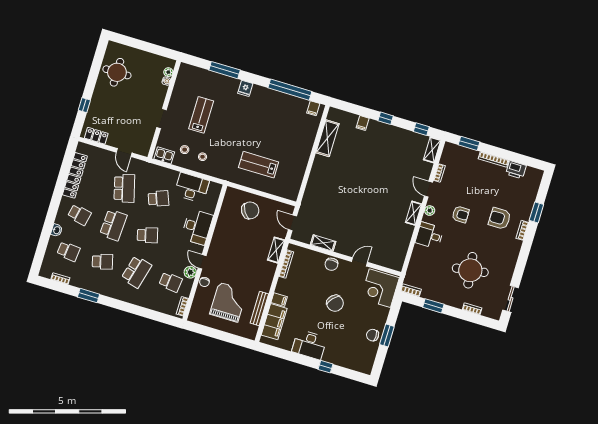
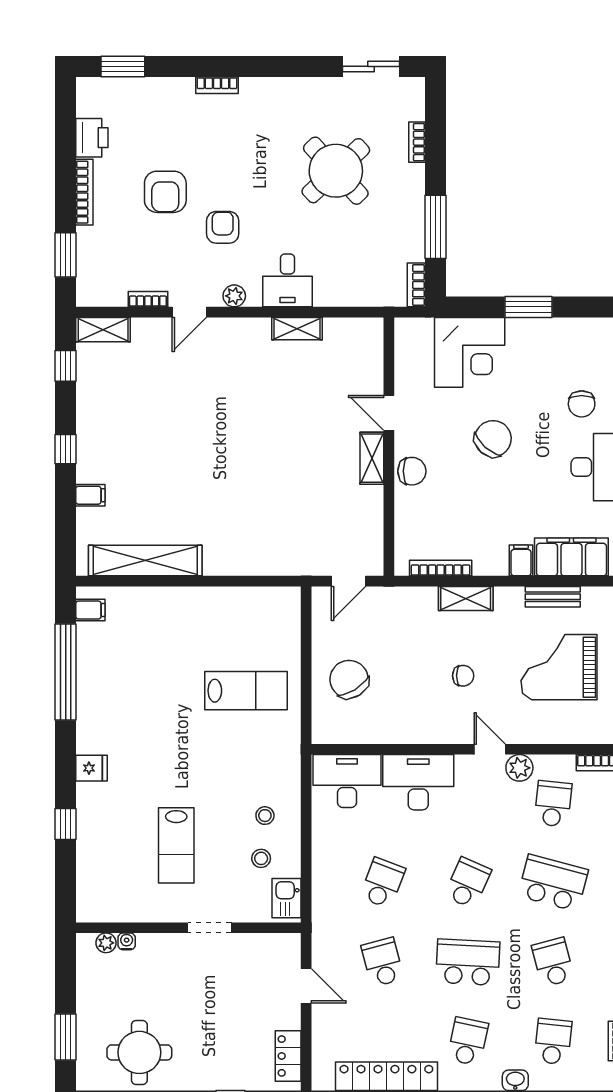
window: (133, 43) -> (66, 1037), added
window: (225, 70) -> (66, 824), width x0.46
lab bench: (201, 115) -> (176, 845), turned -90
shelving: (327, 138) -> (145, 561), width x1.47
door: (124, 153) -> (306, 986), hinge flipped
lab bench: (259, 165) -> (246, 691), turned -90
school desk: (124, 188) -> (383, 962), width x0.54
desk: (192, 188) -> (347, 781), moved, turned 90
school desk: (158, 199) -> (383, 883), turned 42
window: (536, 212) -> (123, 66), moved
shelving: (414, 213) -> (297, 329), moved
armchair: (500, 218) -> (165, 192), moved
school desk: (147, 235) -> (468, 883), turned 39
shelving: (323, 243) -> (372, 458), moved
shelving: (276, 250) -> (466, 599), moved
door: (202, 262) -> (490, 749), swing flipped
round table: (470, 270) -> (336, 171), turned -35
chair: (204, 282) -> (463, 676), moved
corner desk: (380, 288) -> (470, 352), moved
window: (433, 306) -> (435, 227), width x1.44
bench: (259, 309) -> (553, 597), width x0.73
chair: (373, 335) -> (582, 404), moved

